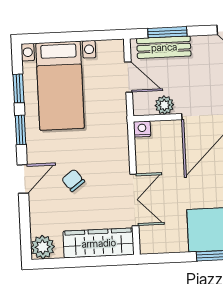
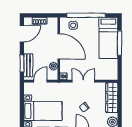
double door: (134, 200) -> (83, 81), moved

